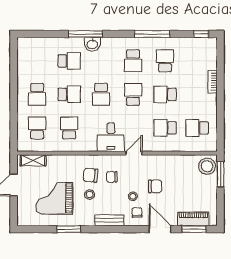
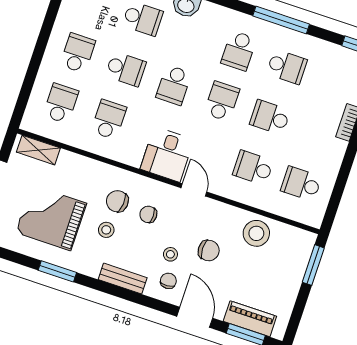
school desk: (165, 61) -> (287, 67), turned 90
school desk: (37, 94) -> (78, 53), turned 180
door: (134, 153) -> (194, 190), hinge flipped
stool: (207, 166) -> (256, 233), moved

